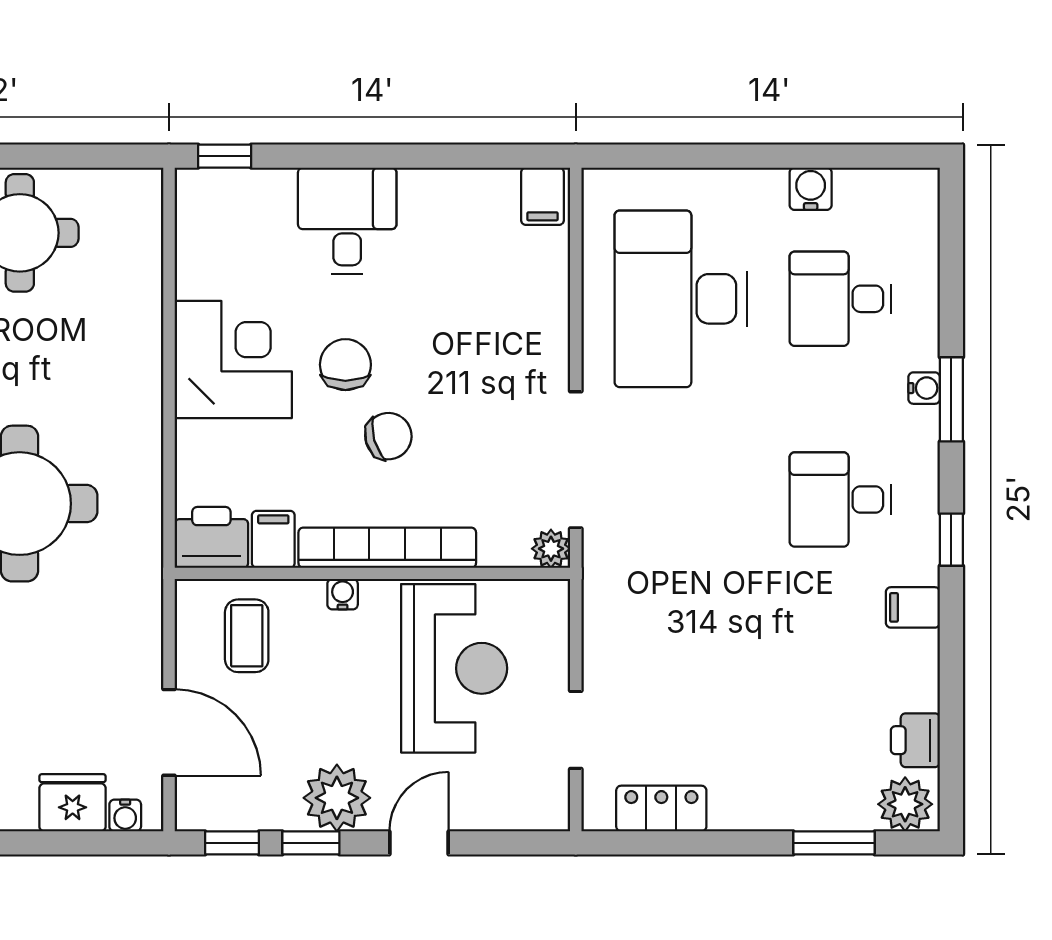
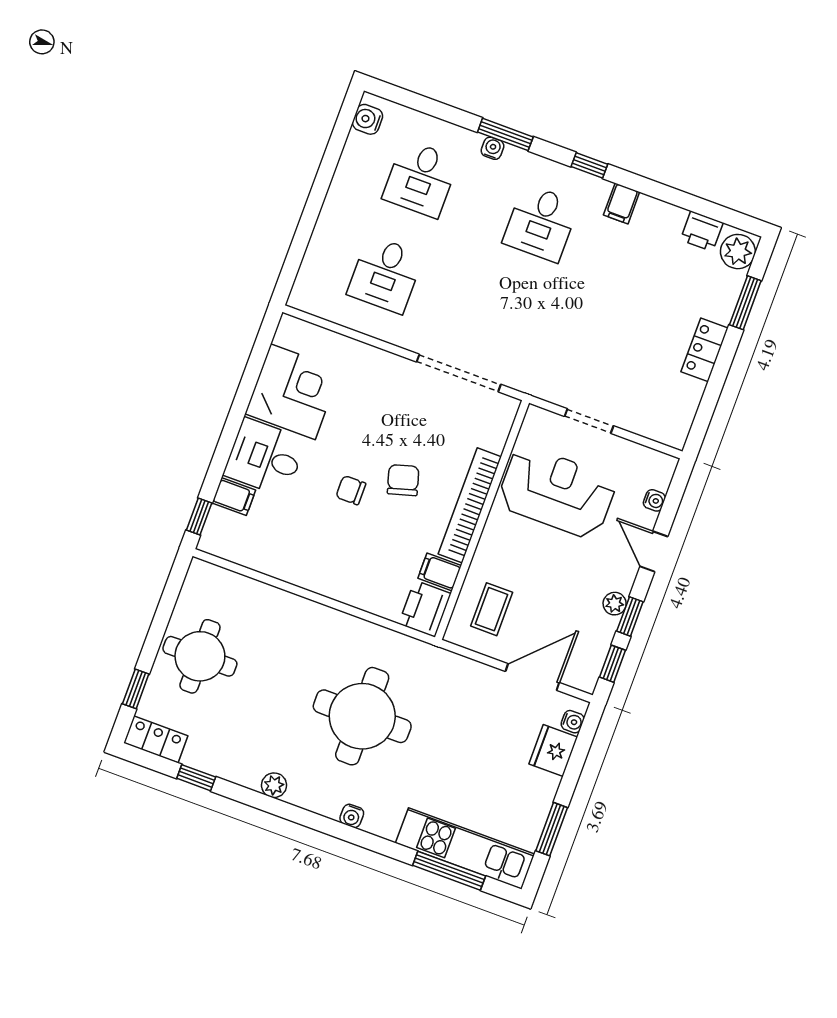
water cooler: (811, 189) -> (367, 119), moved
filing cabinet: (542, 196) -> (234, 497), moved
desk: (681, 299) -> (385, 275), width x0.53, depth x0.77
corner desk: (233, 360) -> (293, 392), moved, turned 90
chair: (345, 365) -> (351, 490), width x0.73, depth x0.73
plant: (551, 549) -> (507, 407), removed
water cooler: (343, 594) -> (654, 500), moved, turned 180
coffee table: (247, 636) -> (492, 609), turned 90
doorway: (576, 730) -> (589, 421), moved
plant: (337, 798) -> (615, 604), width x0.53, depth x0.53
locker: (661, 808) -> (705, 350), moved

